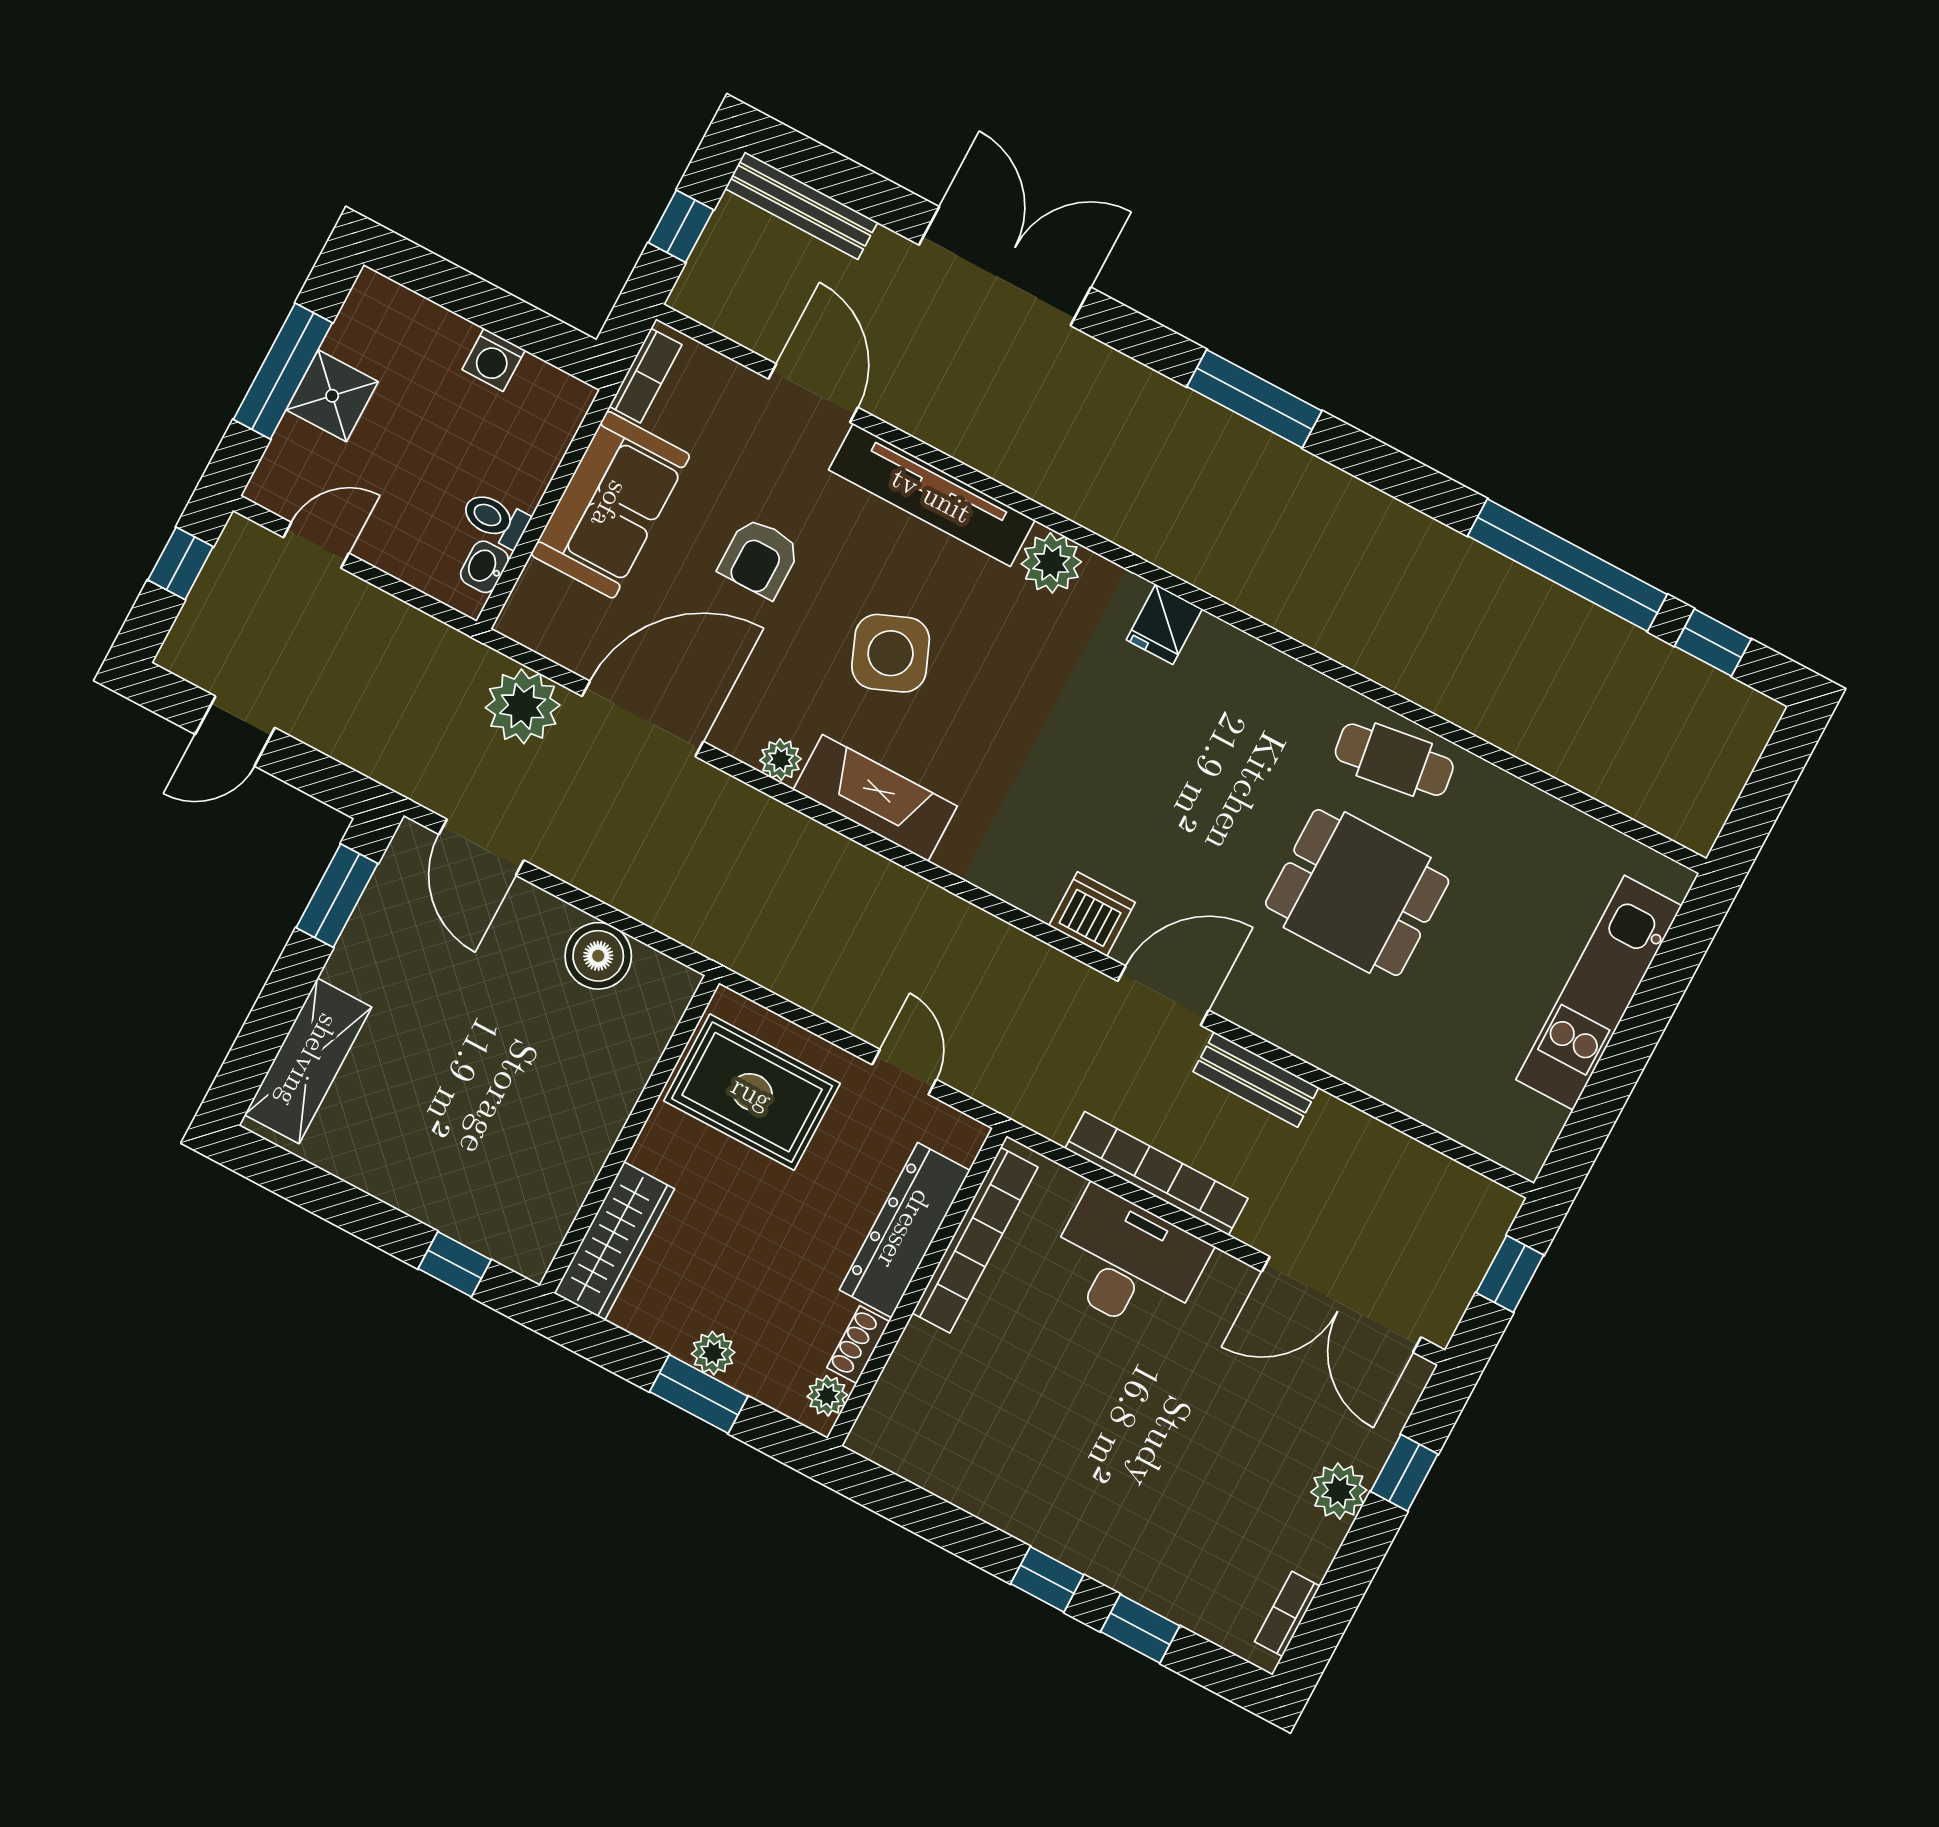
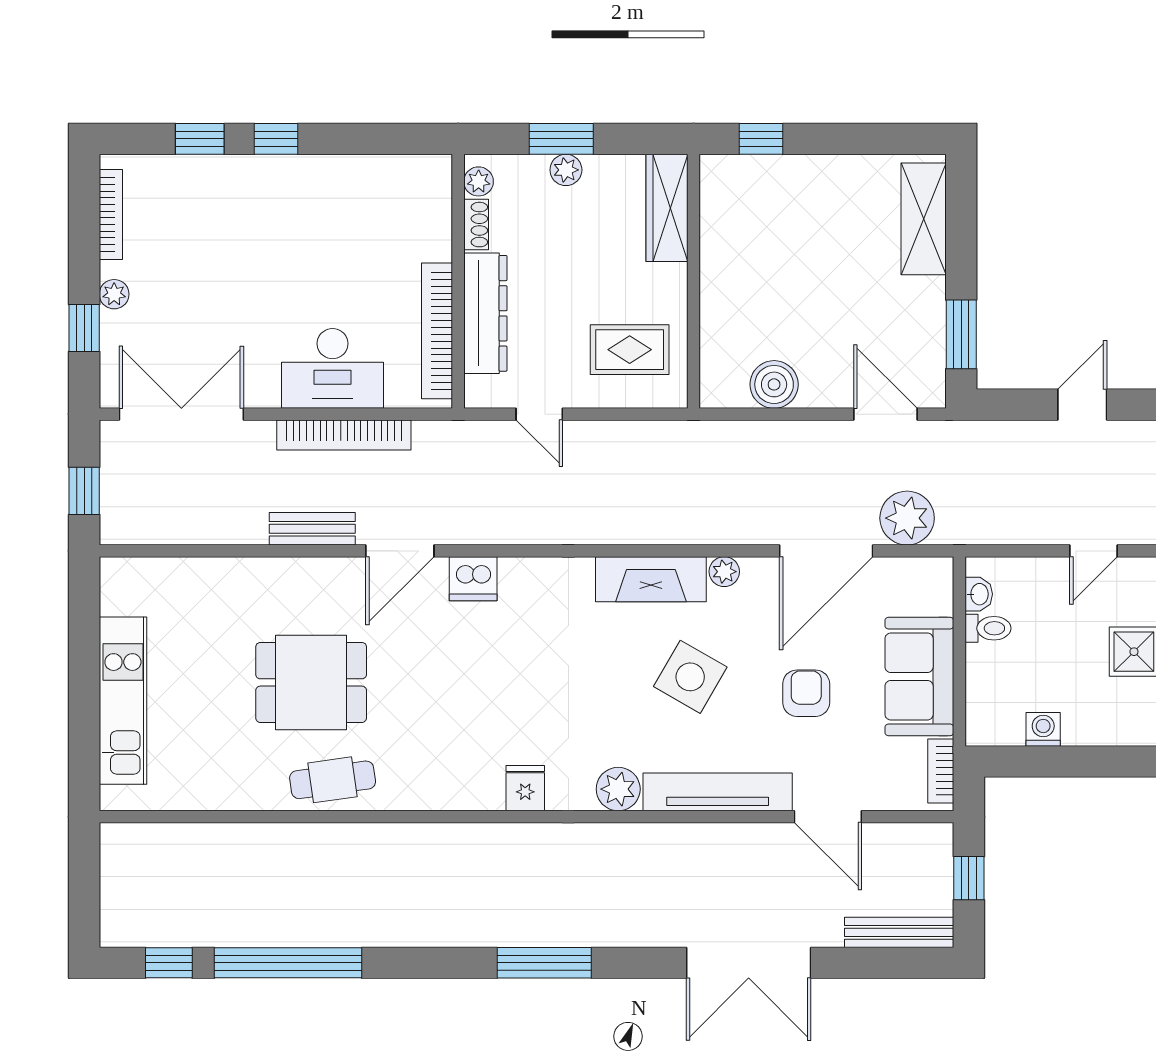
side table: (891, 653) -> (690, 677), turned -38
rug: (752, 1092) -> (630, 350), width x0.73, depth x0.70
plant: (1339, 1491) -> (114, 294), width x0.73, depth x0.73
bookcase: (1287, 1614) -> (111, 215), width x1.56

